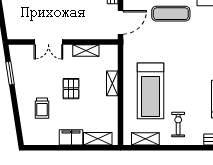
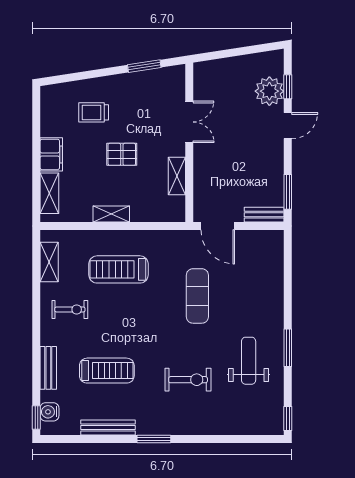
exercise mat: (171, 14) -> (197, 296), moved
double door: (48, 42) -> (189, 122), swing flipped
shelving: (112, 83) -> (111, 214), moved
treadmill: (151, 91) -> (118, 269), width x0.73, depth x0.73

